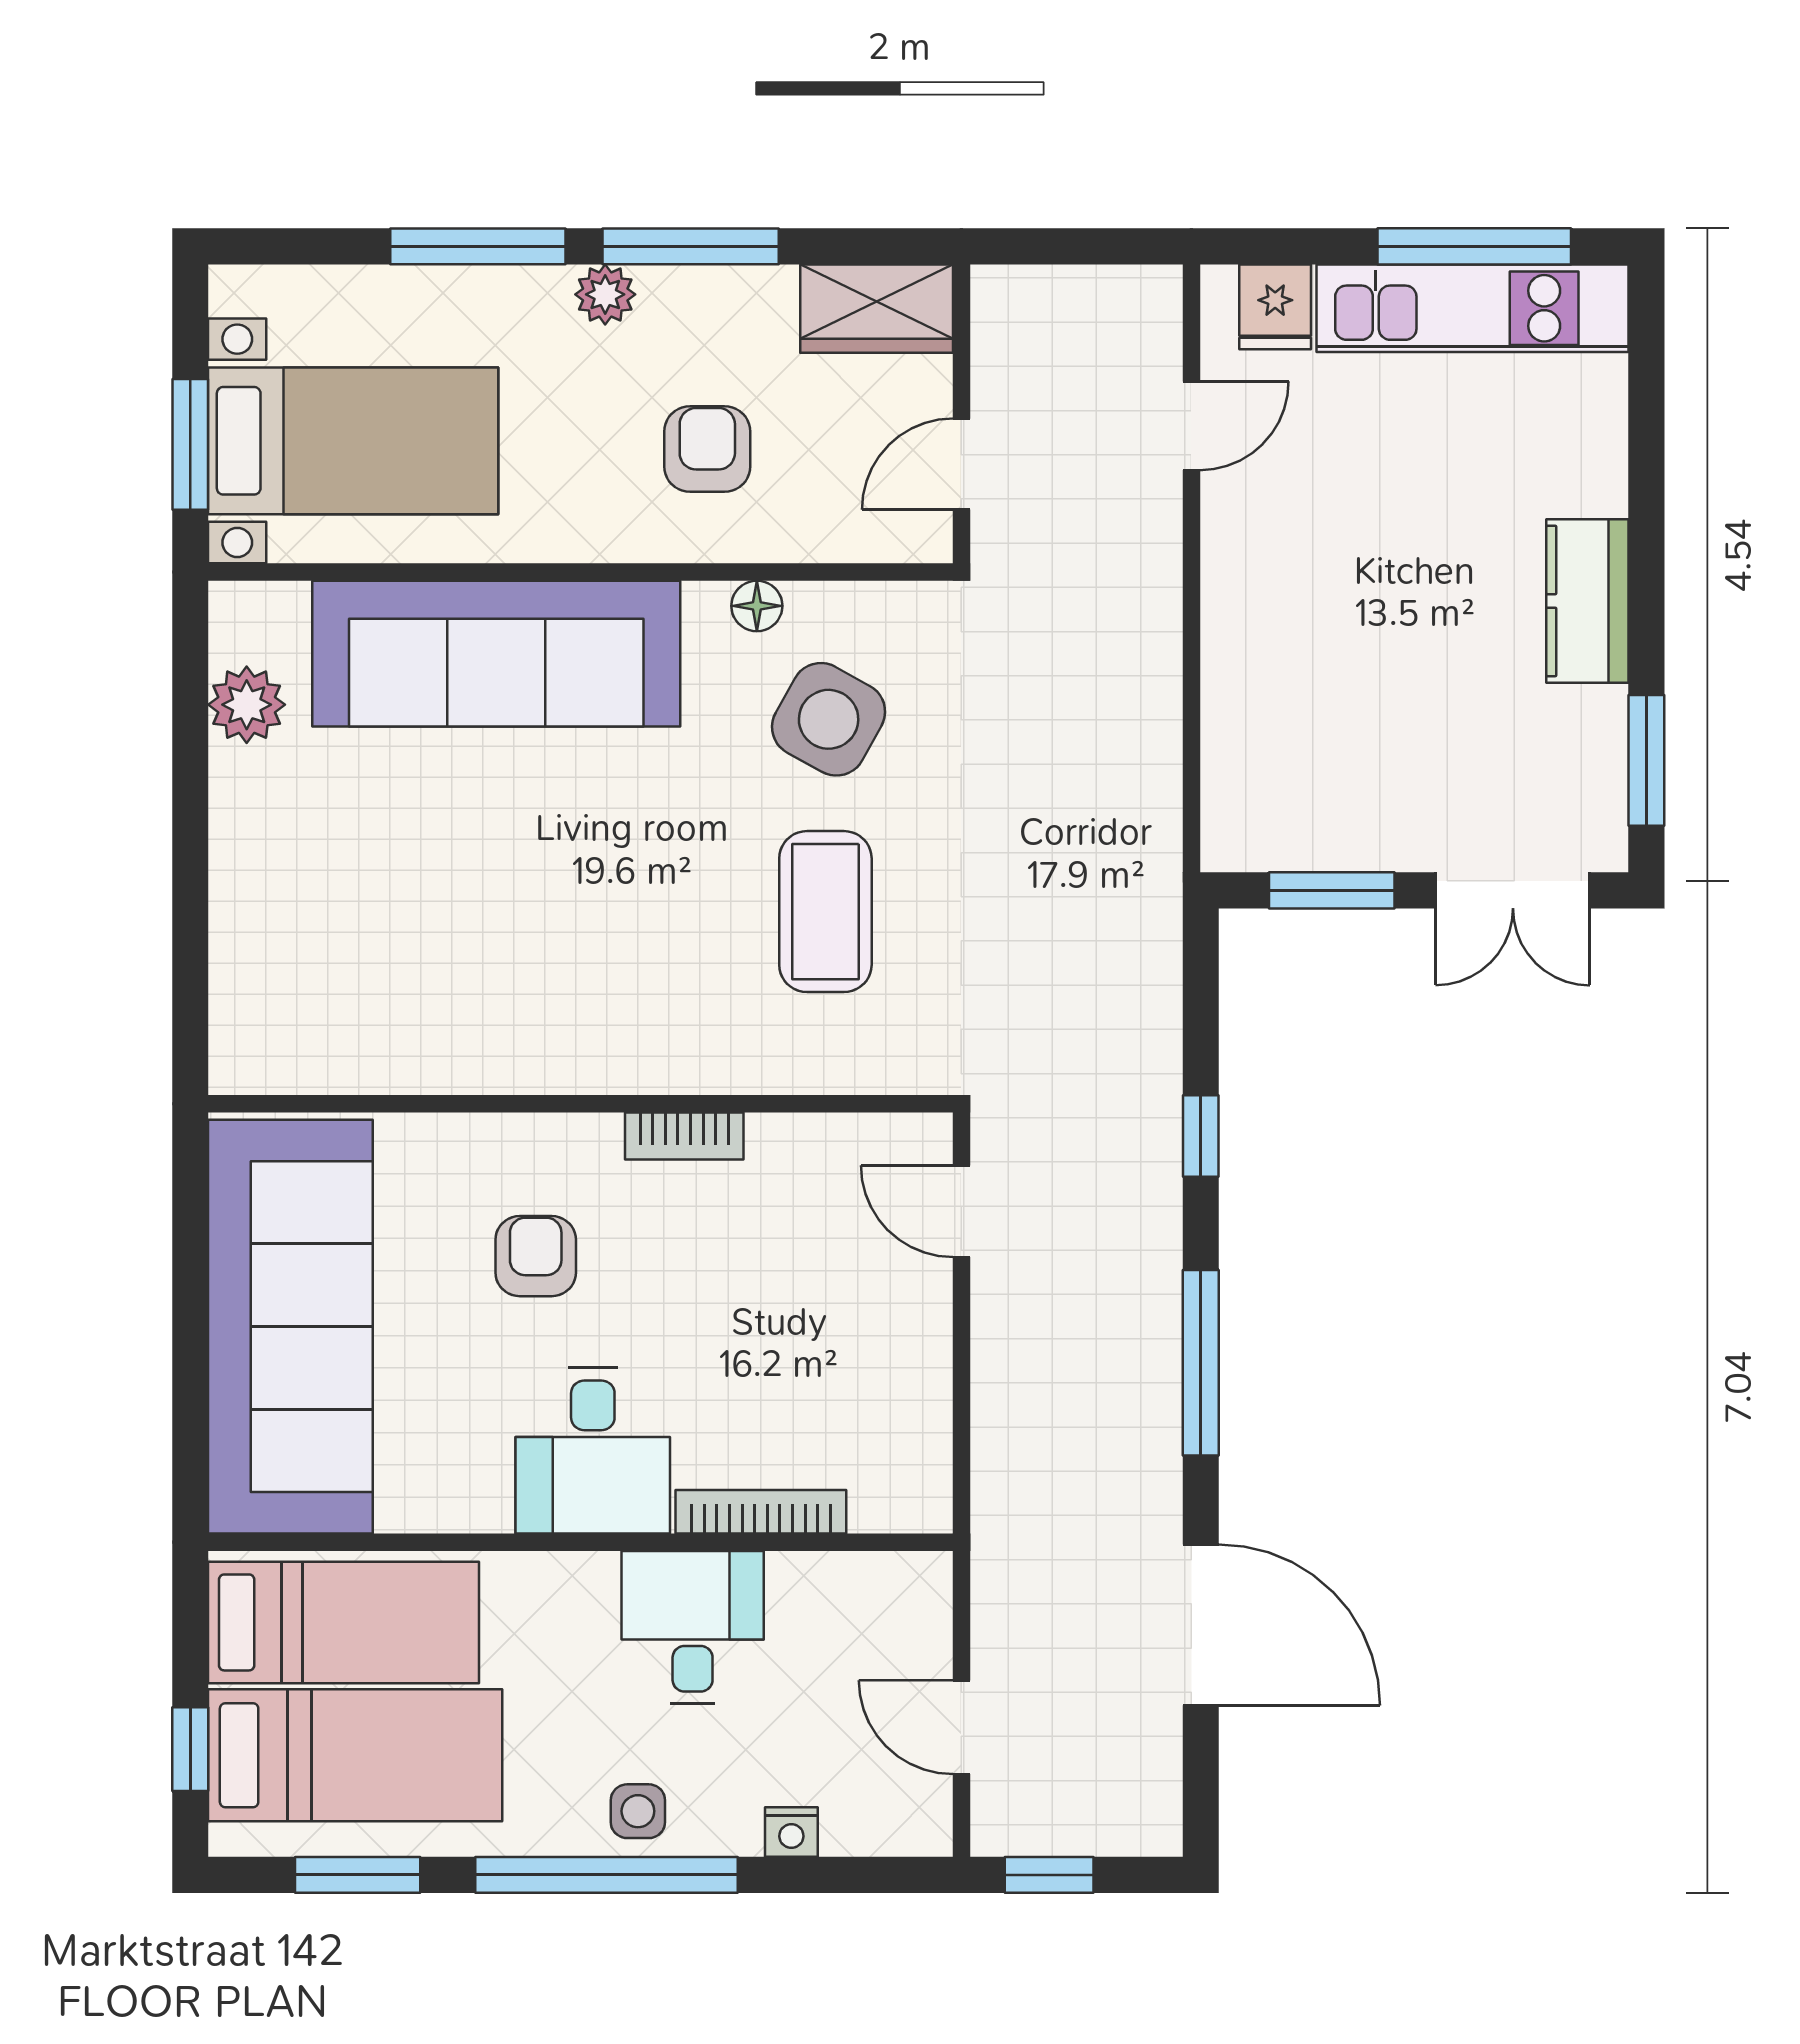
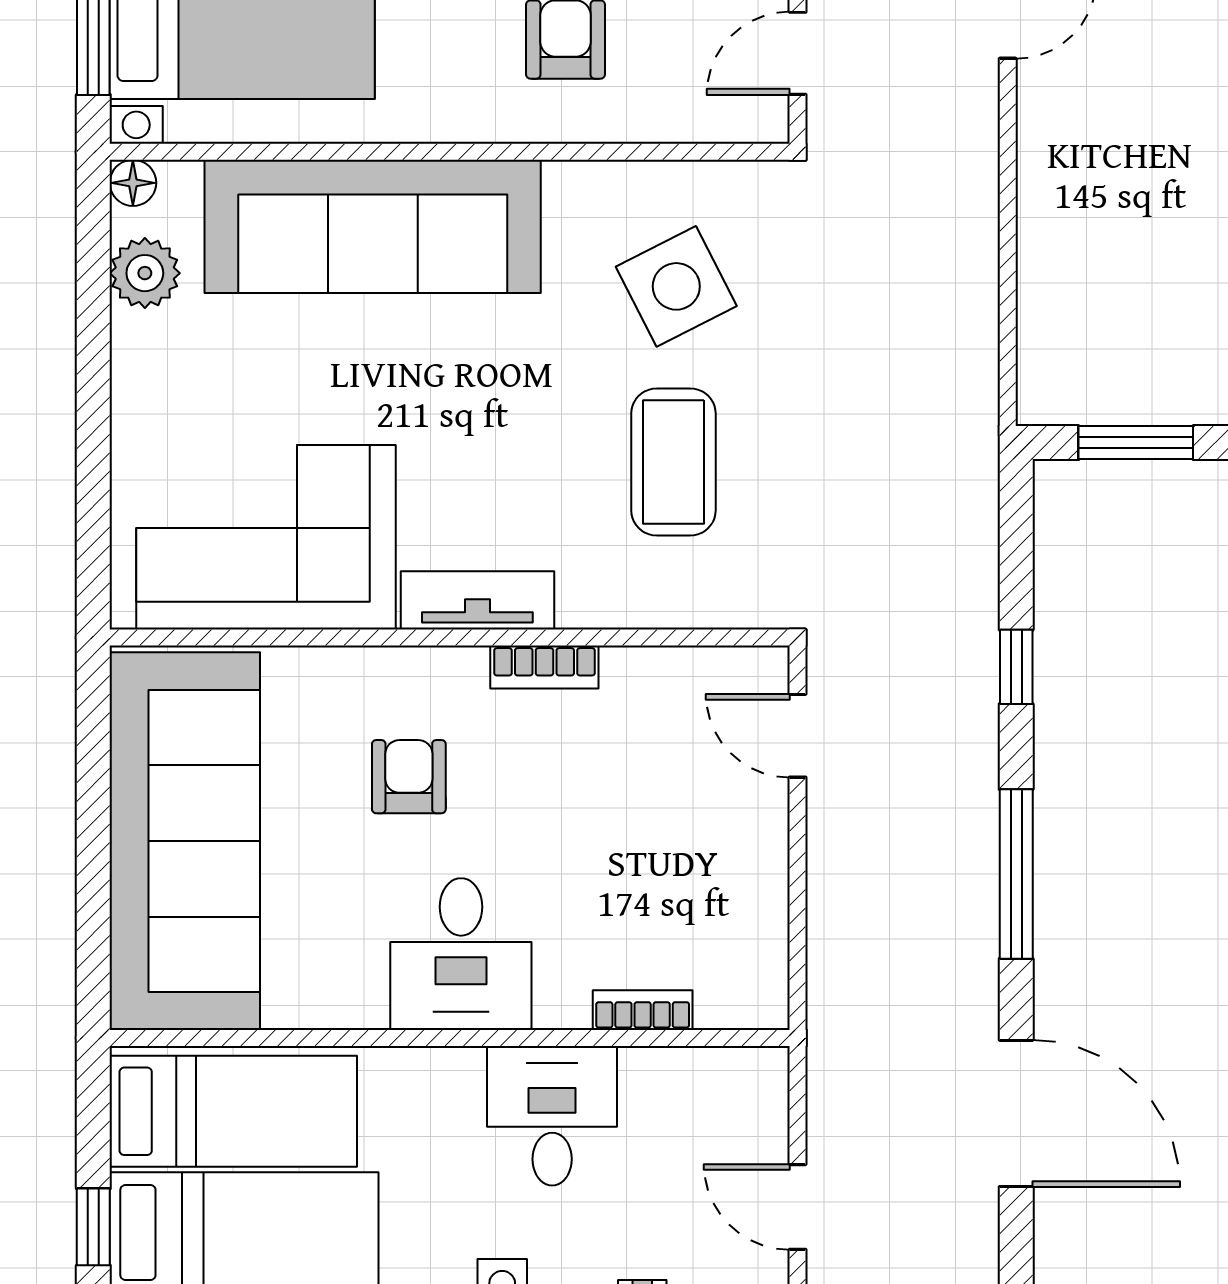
floor lamp: (757, 606) -> (133, 183), moved
side table: (829, 719) -> (676, 286), turned 34
corner sofa: (379, 994) -> (266, 537), added
tv unit: (611, 1063) -> (477, 600), added
bookcase: (761, 1512) -> (643, 1010), width x0.64

